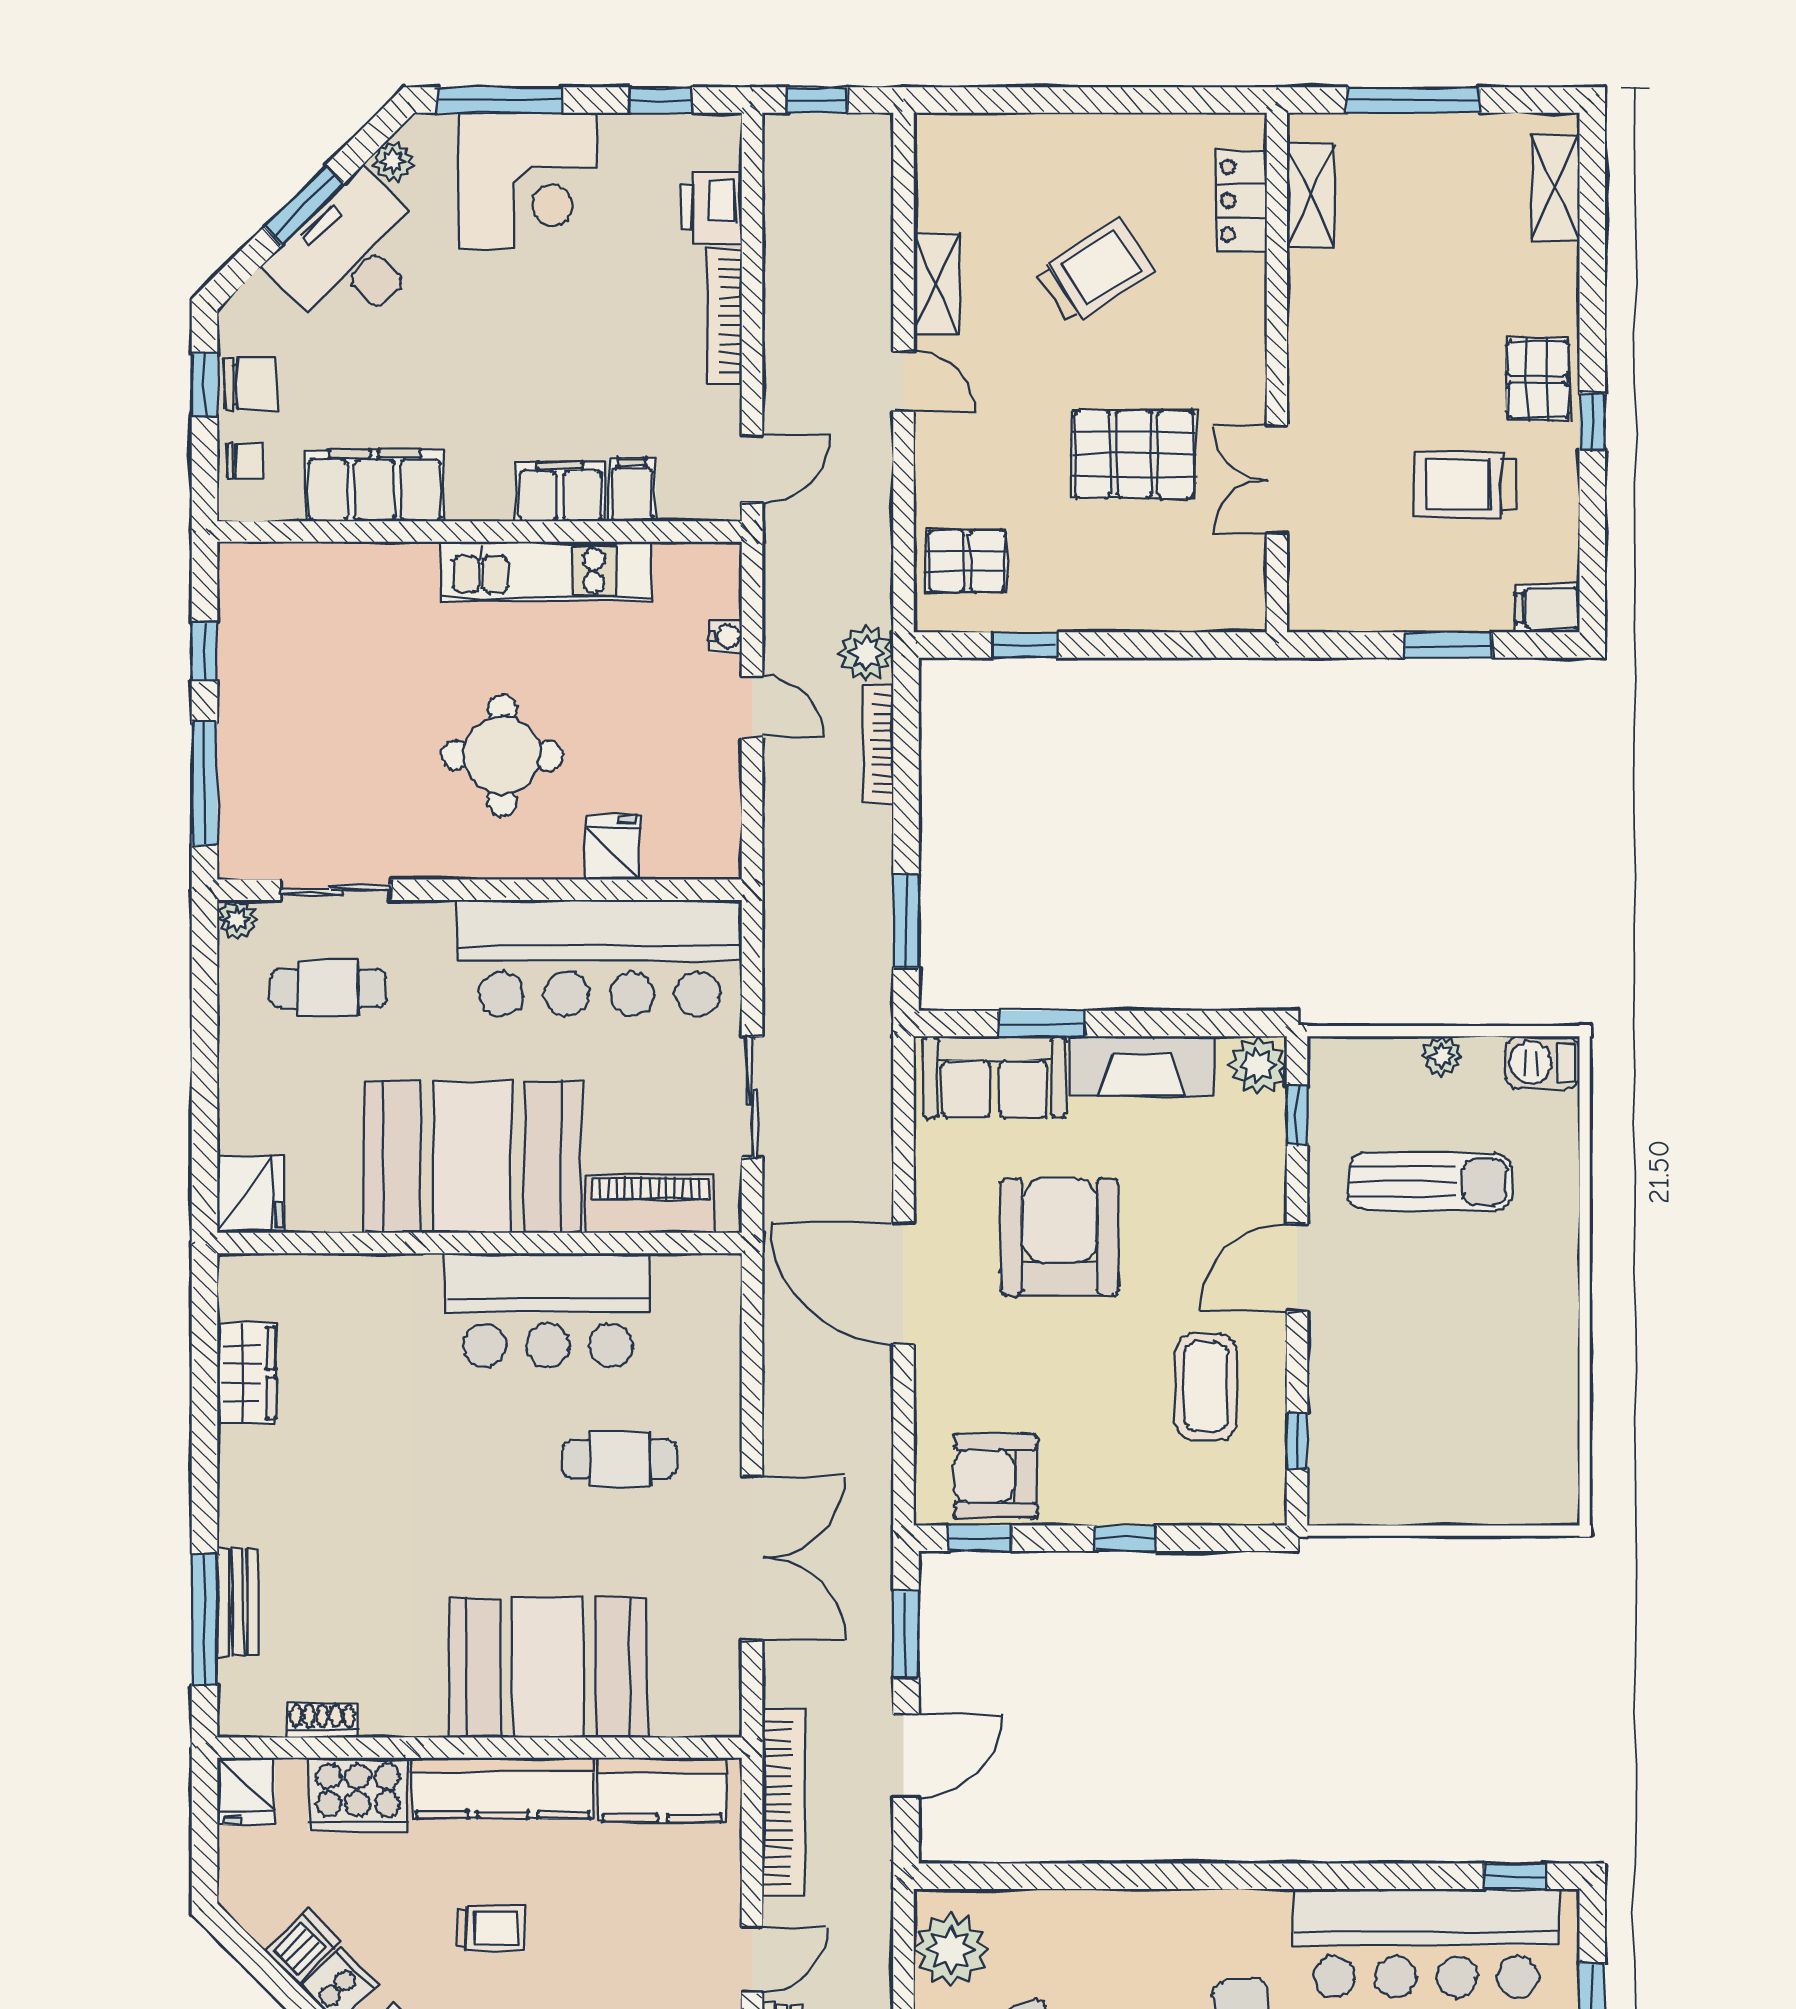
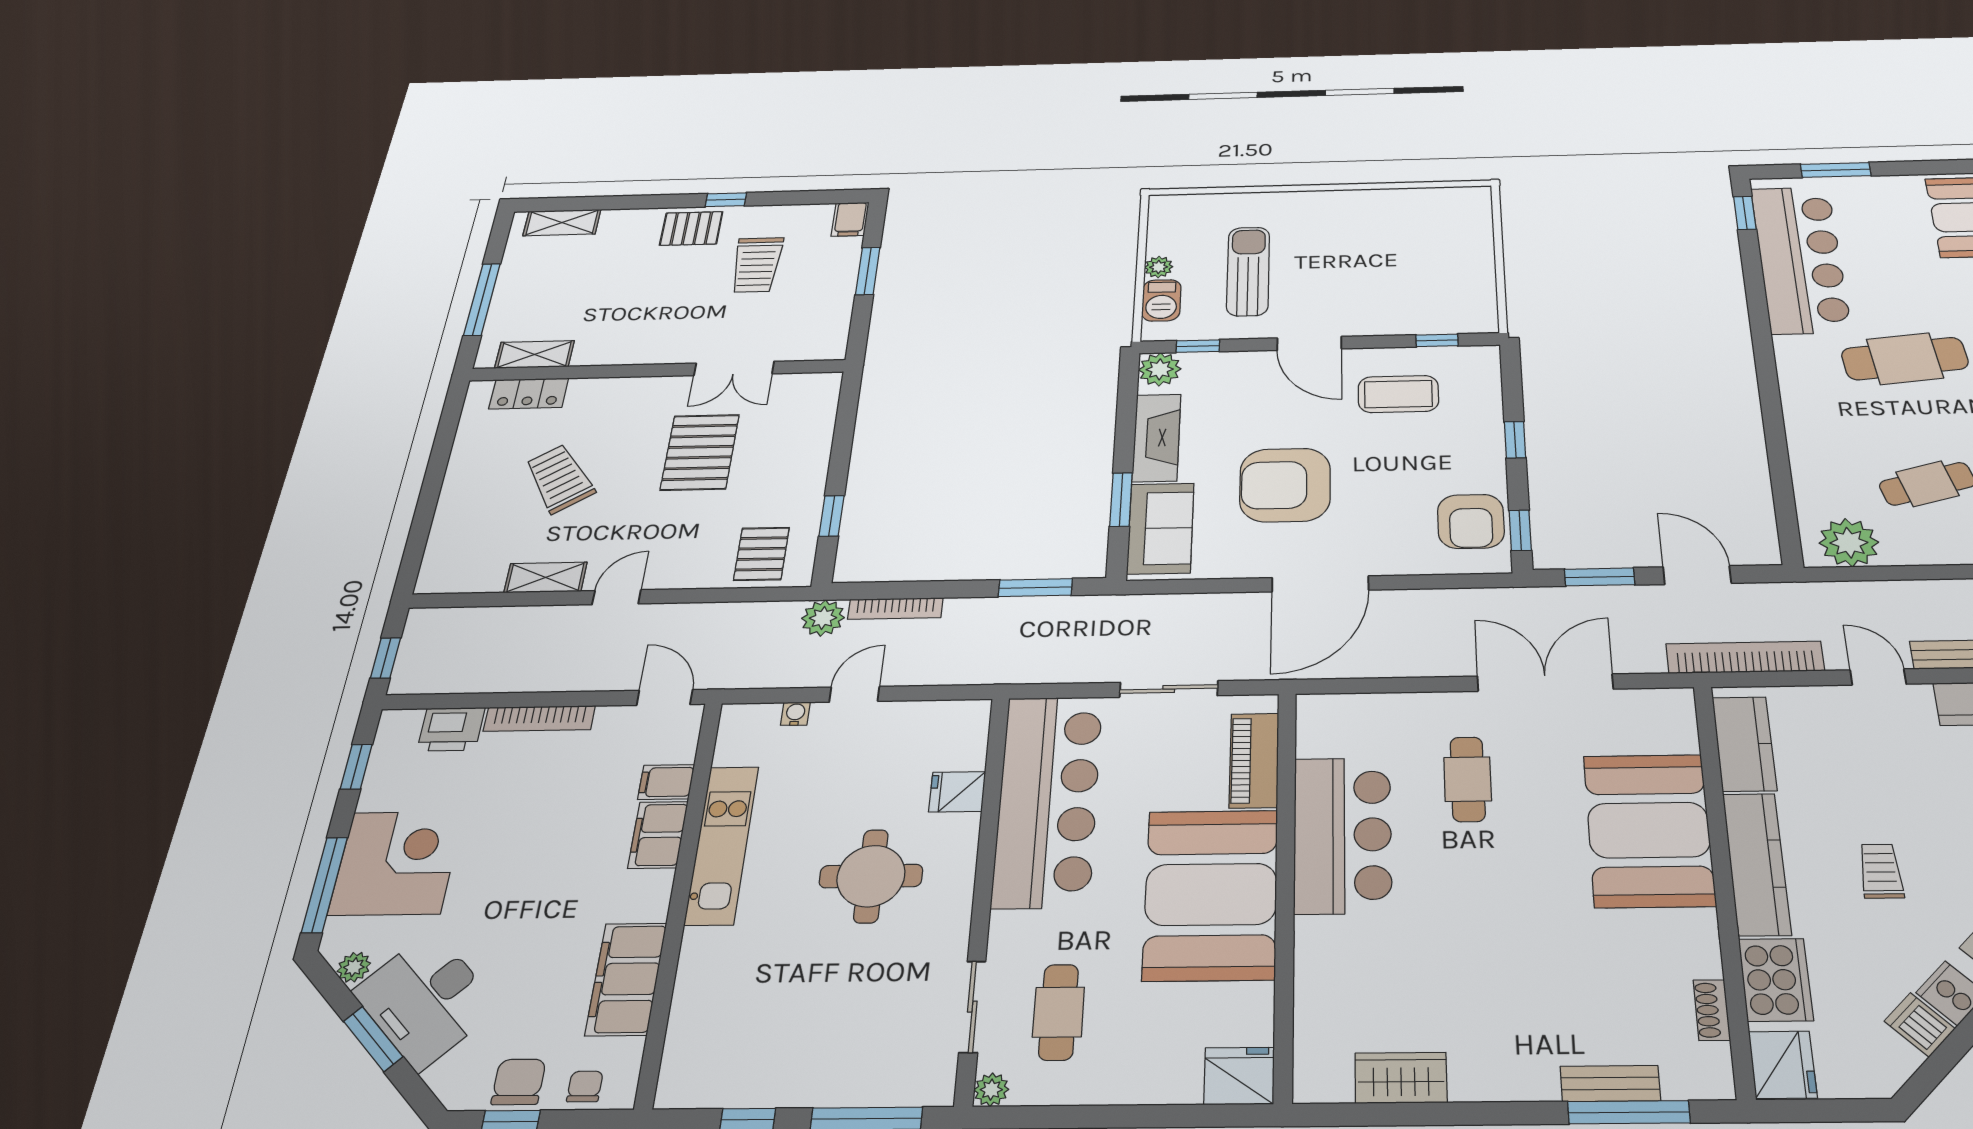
barbecue: (1542, 1063) -> (1161, 300), moved
fridge: (247, 1791) -> (1783, 1065), width x1.38

